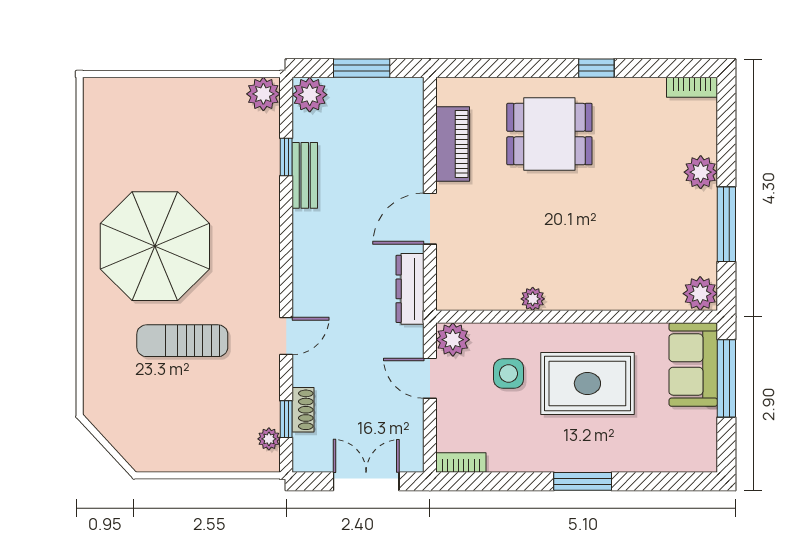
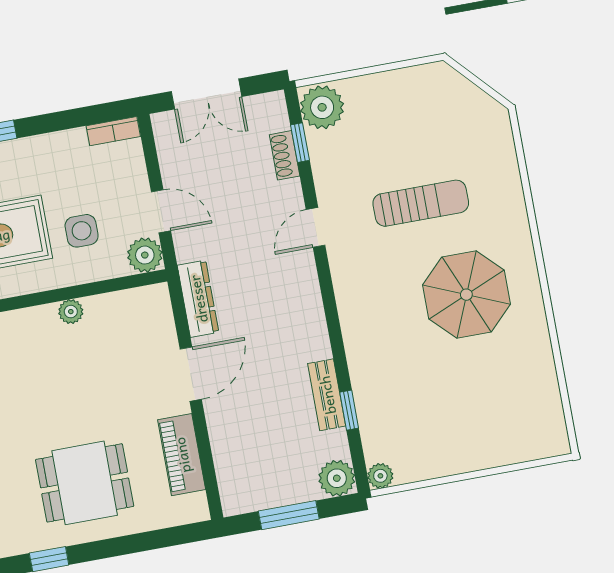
plant: (263, 94) -> (380, 476), width x0.73, depth x0.73
parasol: (155, 246) -> (466, 295), width x0.73, depth x0.73
plant: (269, 439) -> (322, 107), width x1.88, depth x1.88

